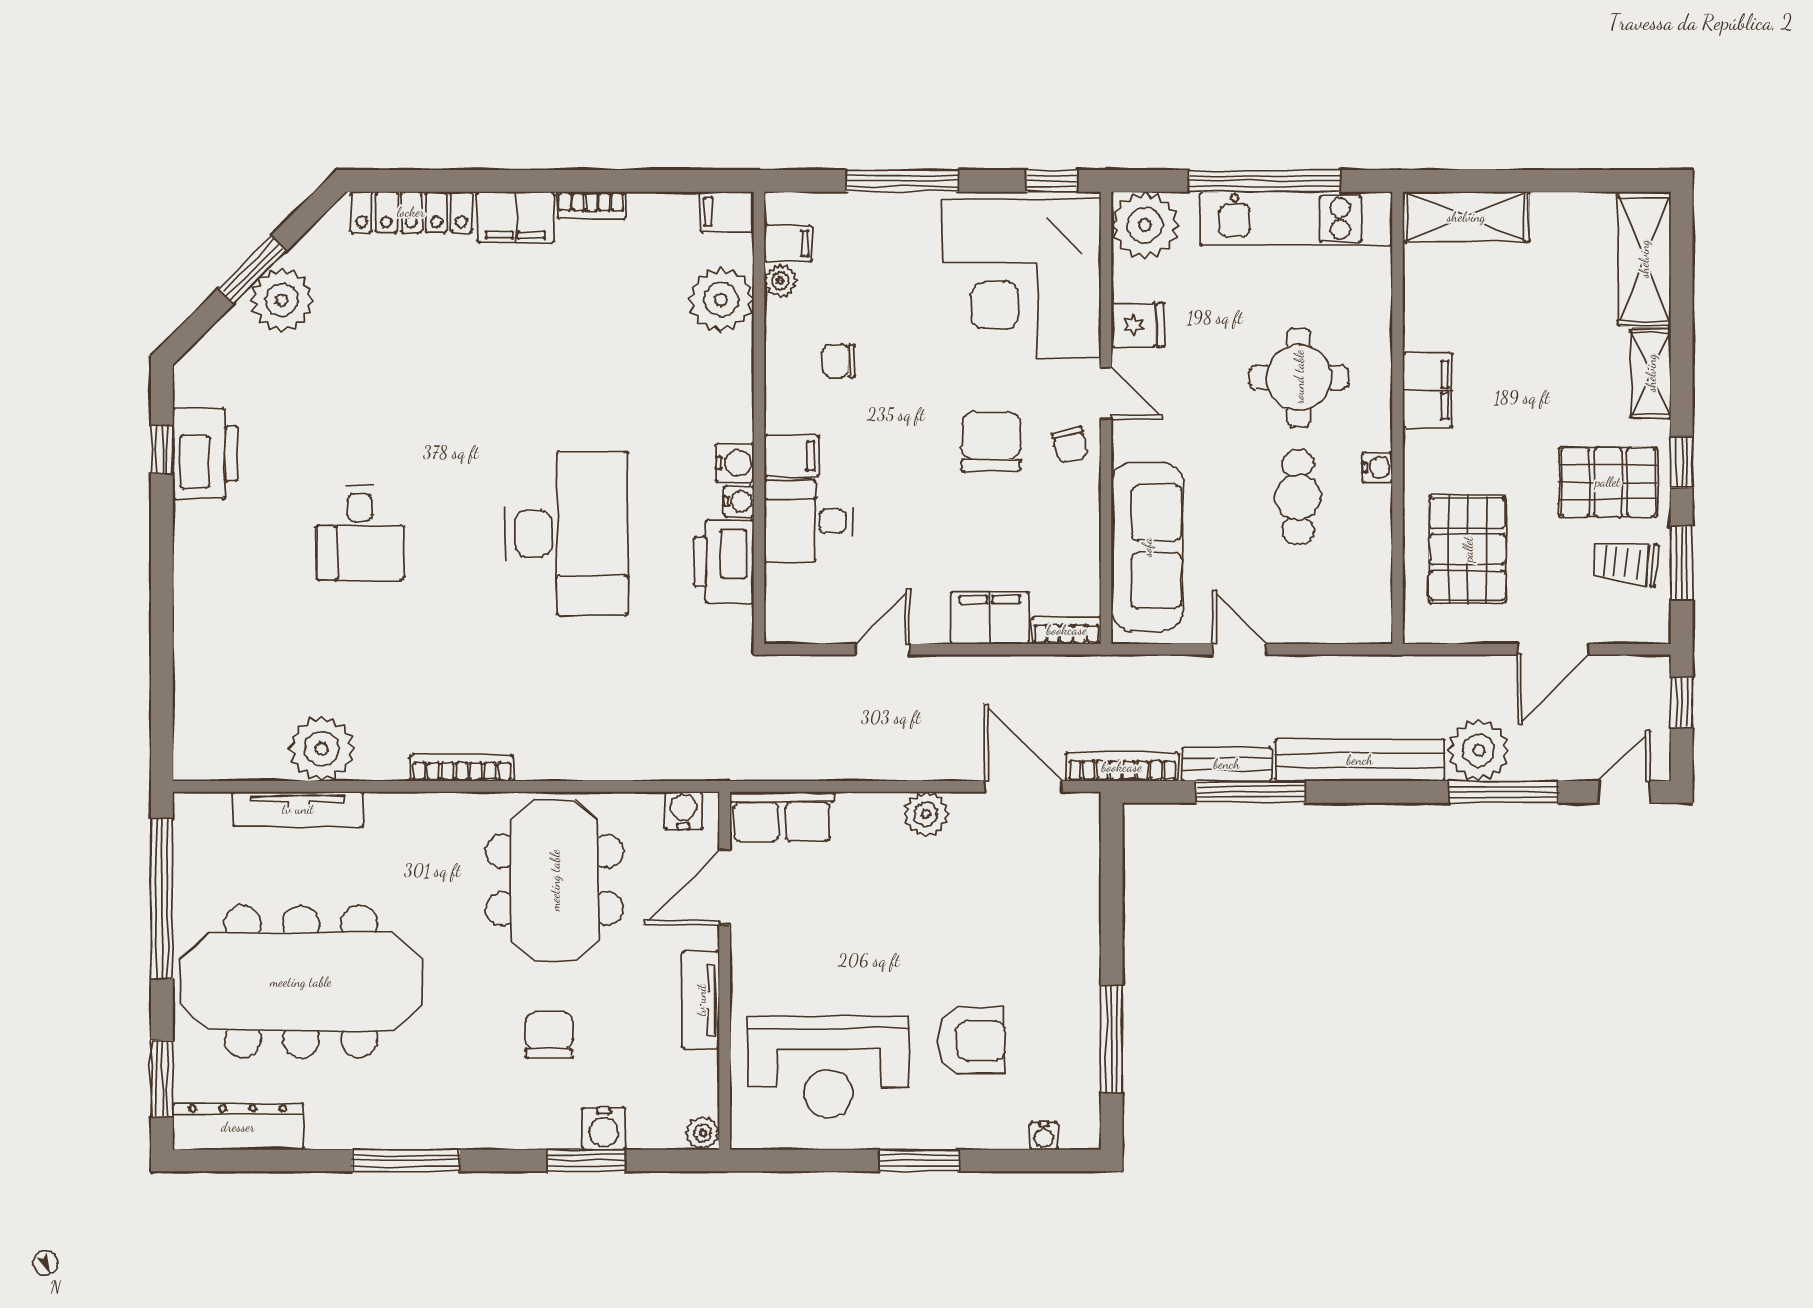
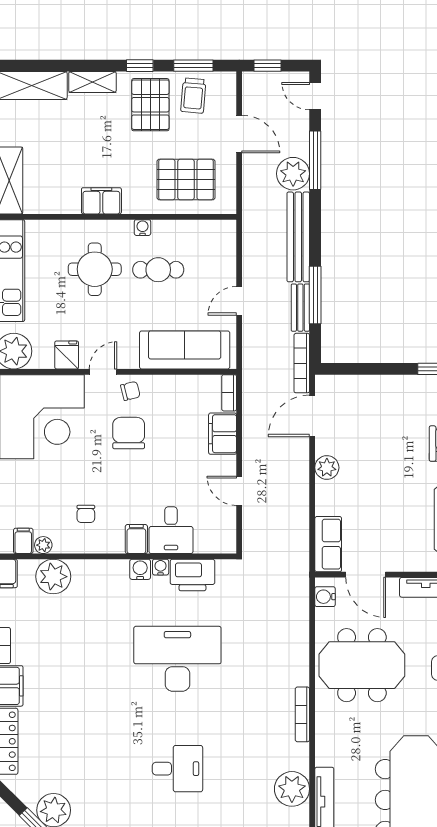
chair: (991, 441) -> (129, 433), turned 90

